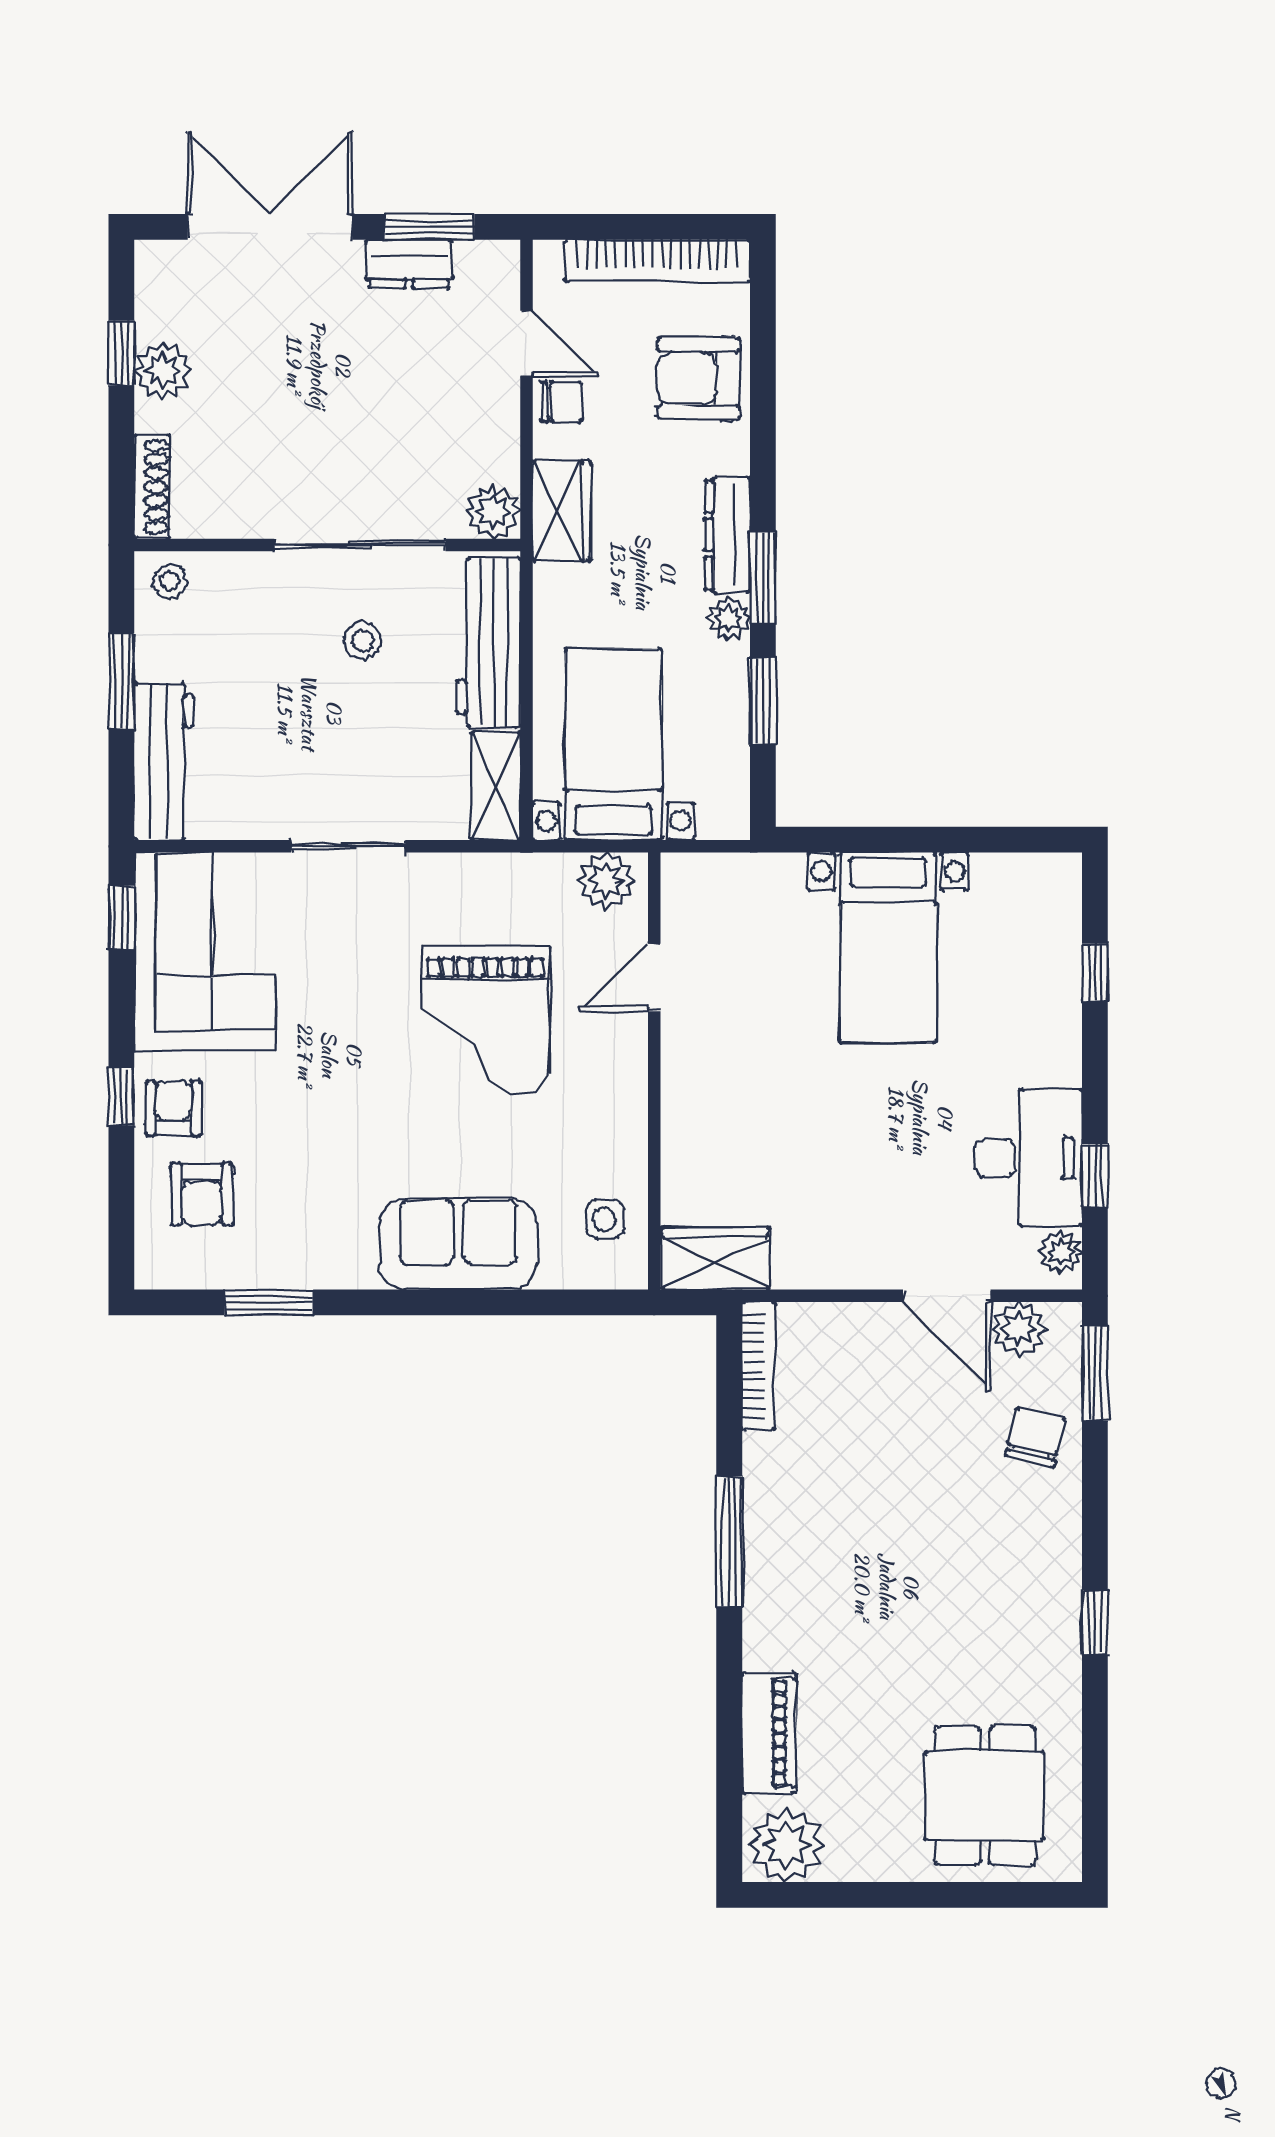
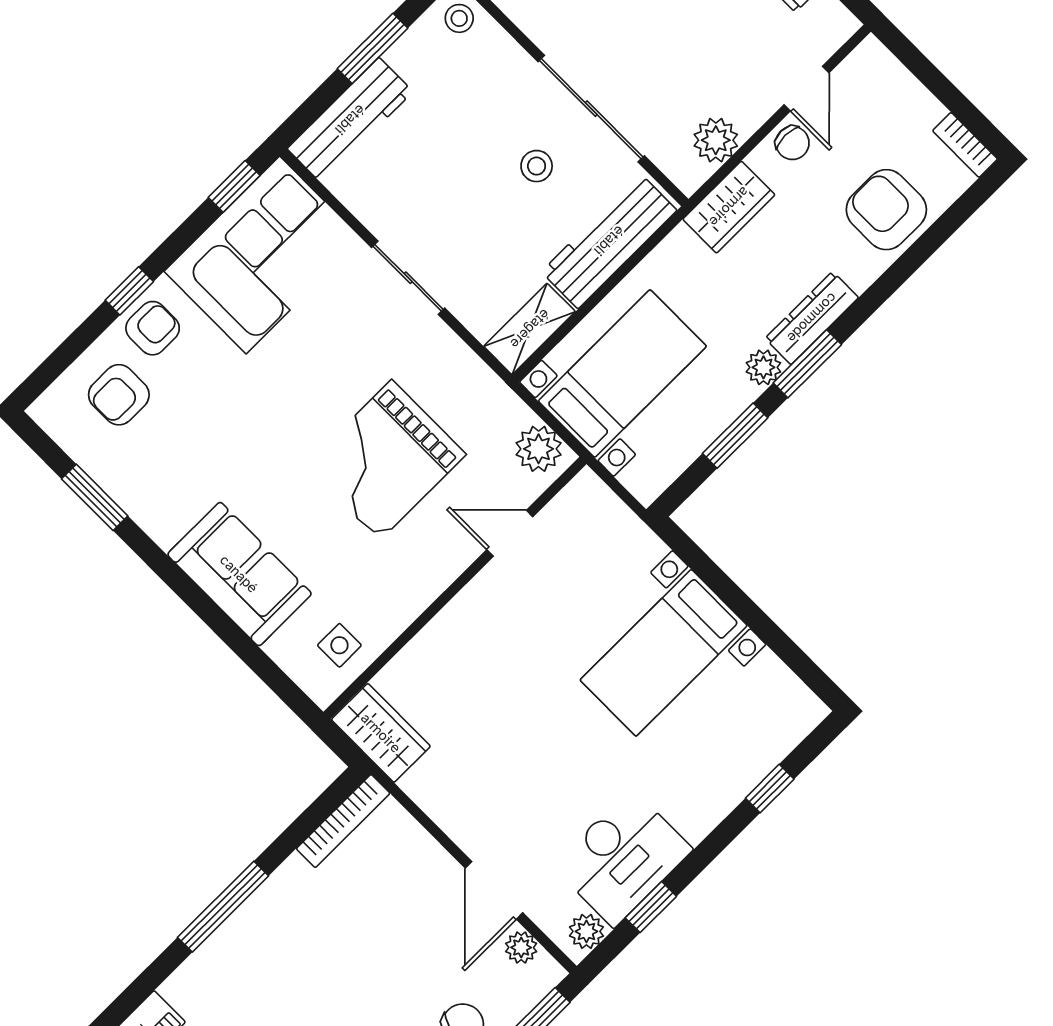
bookcase: (658, 261) -> (965, 145), width x0.43, depth x0.76
plant: (493, 512) -> (716, 140), moved
plant: (1019, 1329) -> (521, 947), width x0.73, depth x0.73

